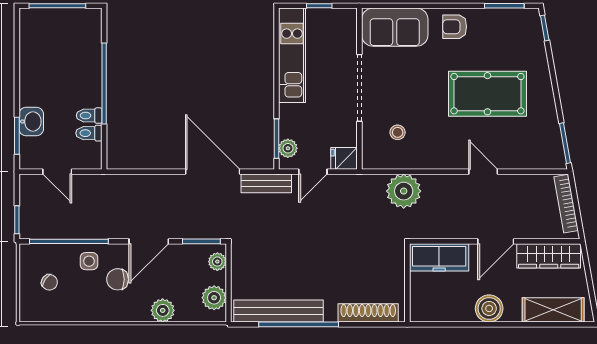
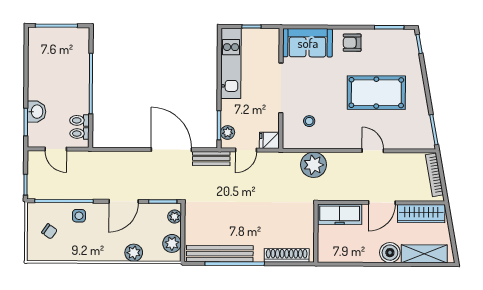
toilet: (89, 116) -> (80, 134), moved
chair: (118, 279) -> (100, 229), removed
boiler: (489, 308) -> (390, 253), moved

